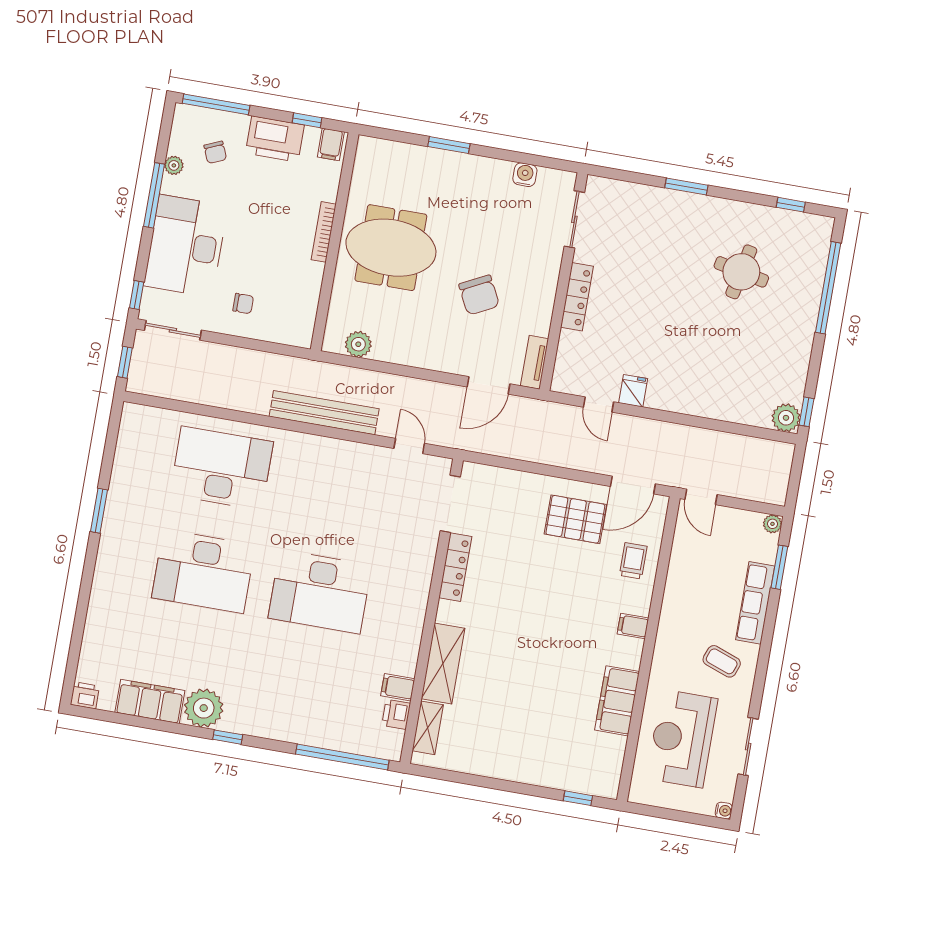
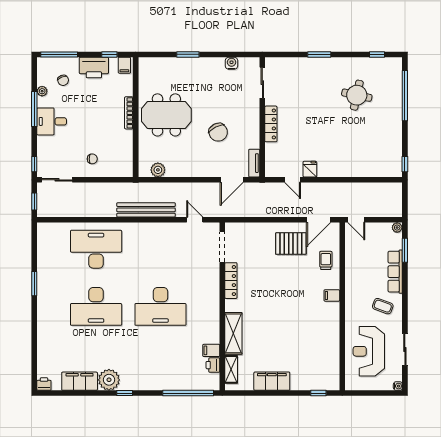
desk: (186, 246) -> (52, 121), width x0.53, depth x0.77
plant: (786, 418) -> (394, 169), removed
filing cabinet: (617, 701) -> (272, 381), moved, turned 90

